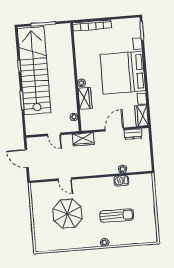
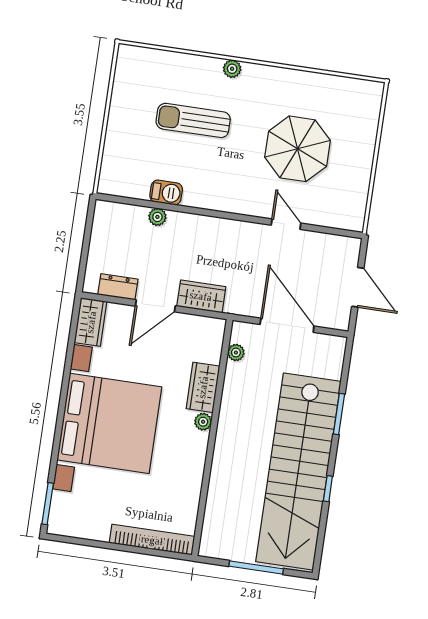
door: (54, 134) -> (287, 325), width x1.88
wardrobe: (83, 139) -> (201, 296), moved

